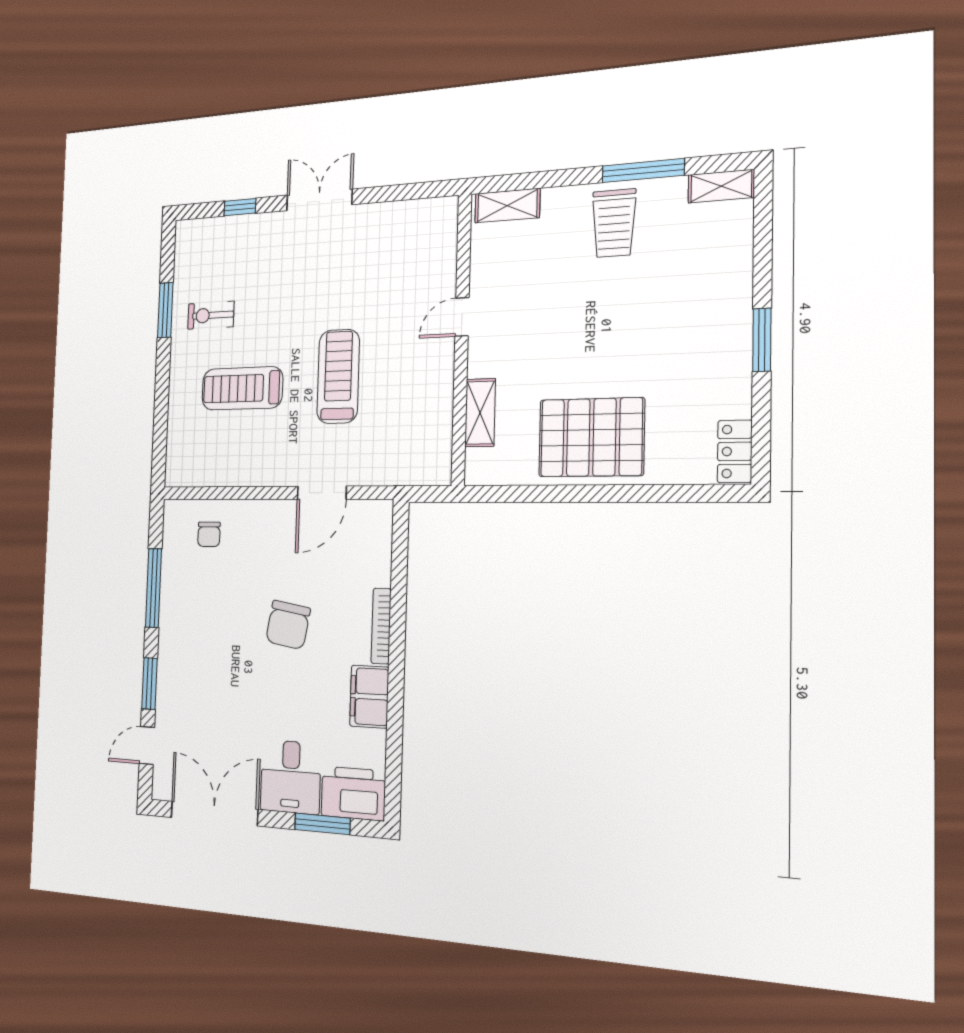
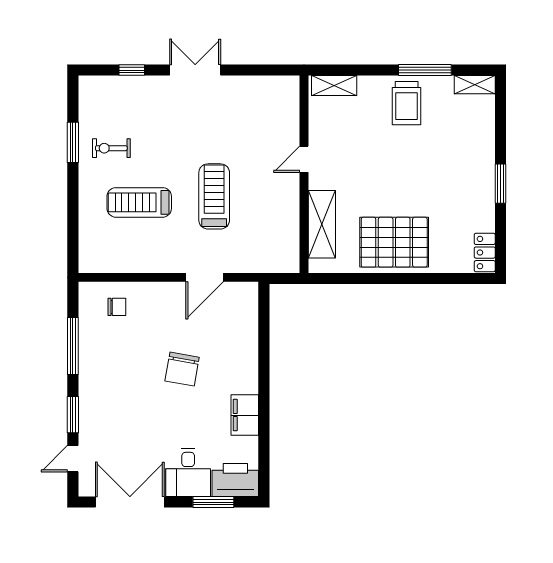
shelving: (480, 413) -> (322, 224), width x1.50, depth x1.33
chair: (209, 534) -> (117, 307), turned -90
bookcase: (381, 626) -> (252, 367), removed

